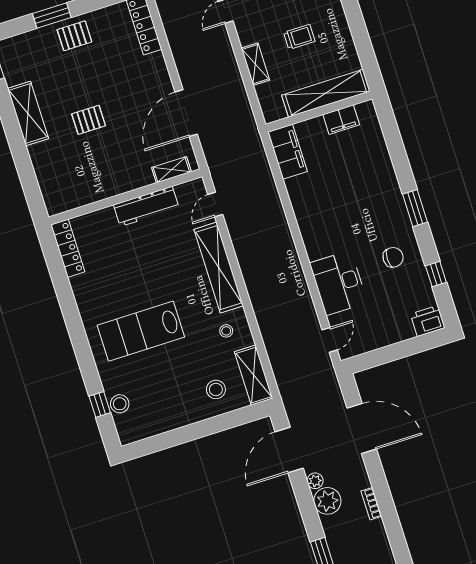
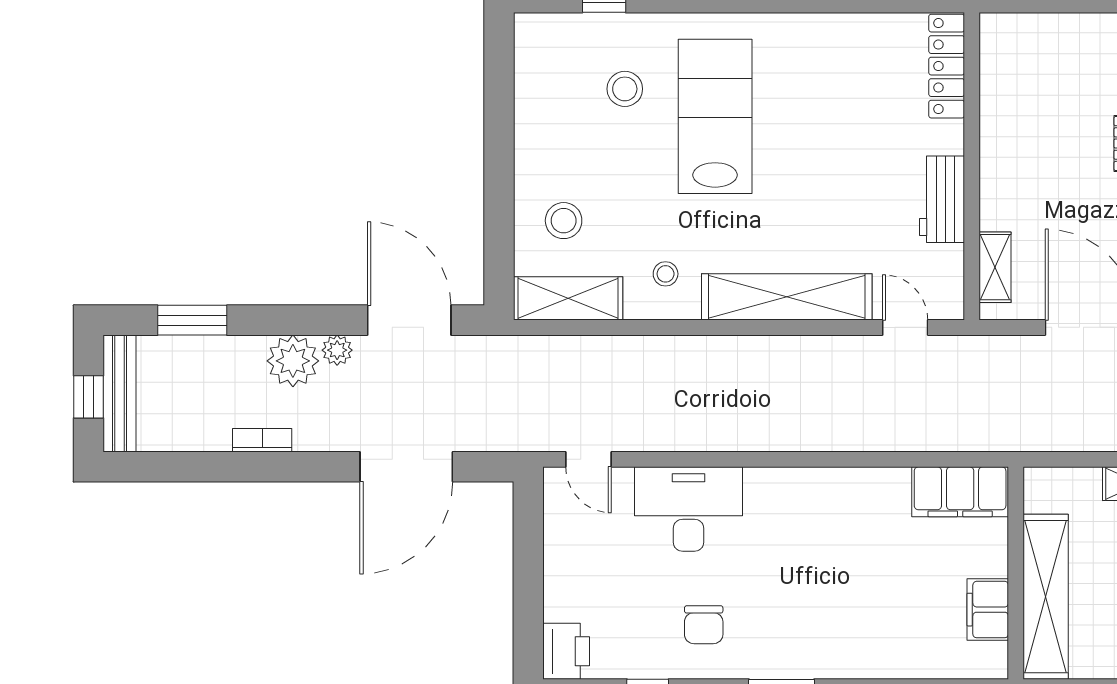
workbench: (146, 206) -> (942, 199), width x0.73
locker: (68, 248) -> (947, 66), moved, turned 90
stool: (120, 404) -> (625, 89), moved

